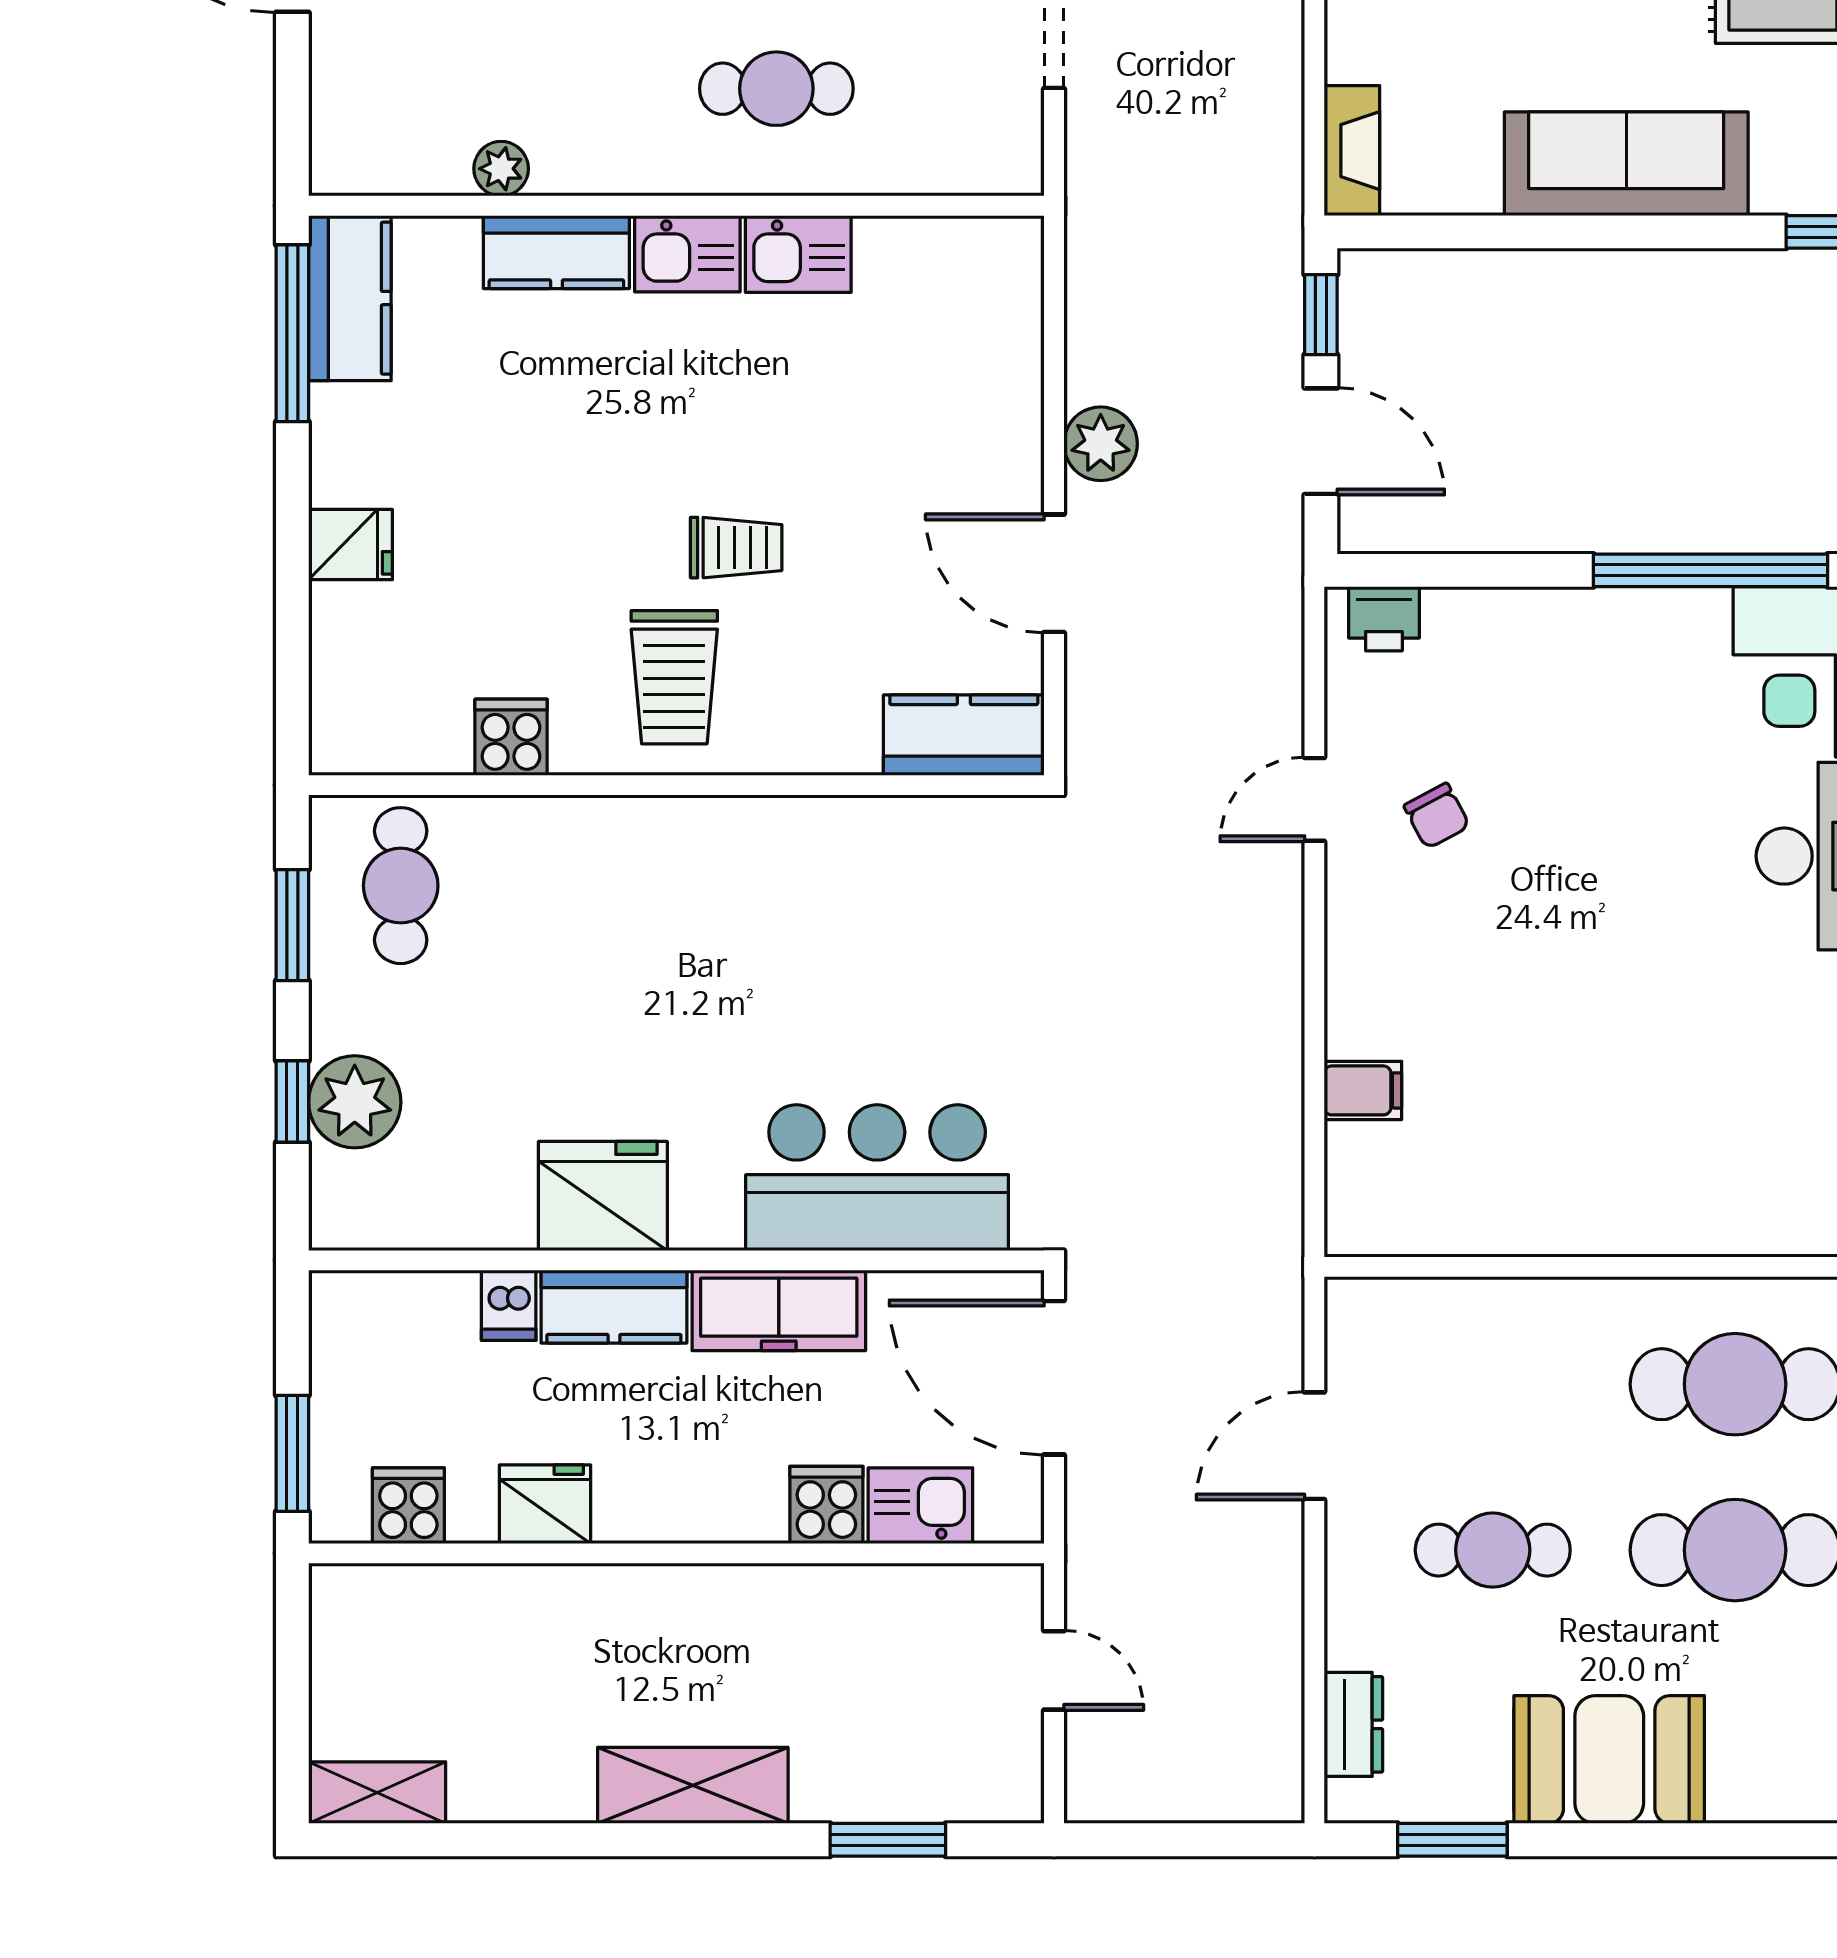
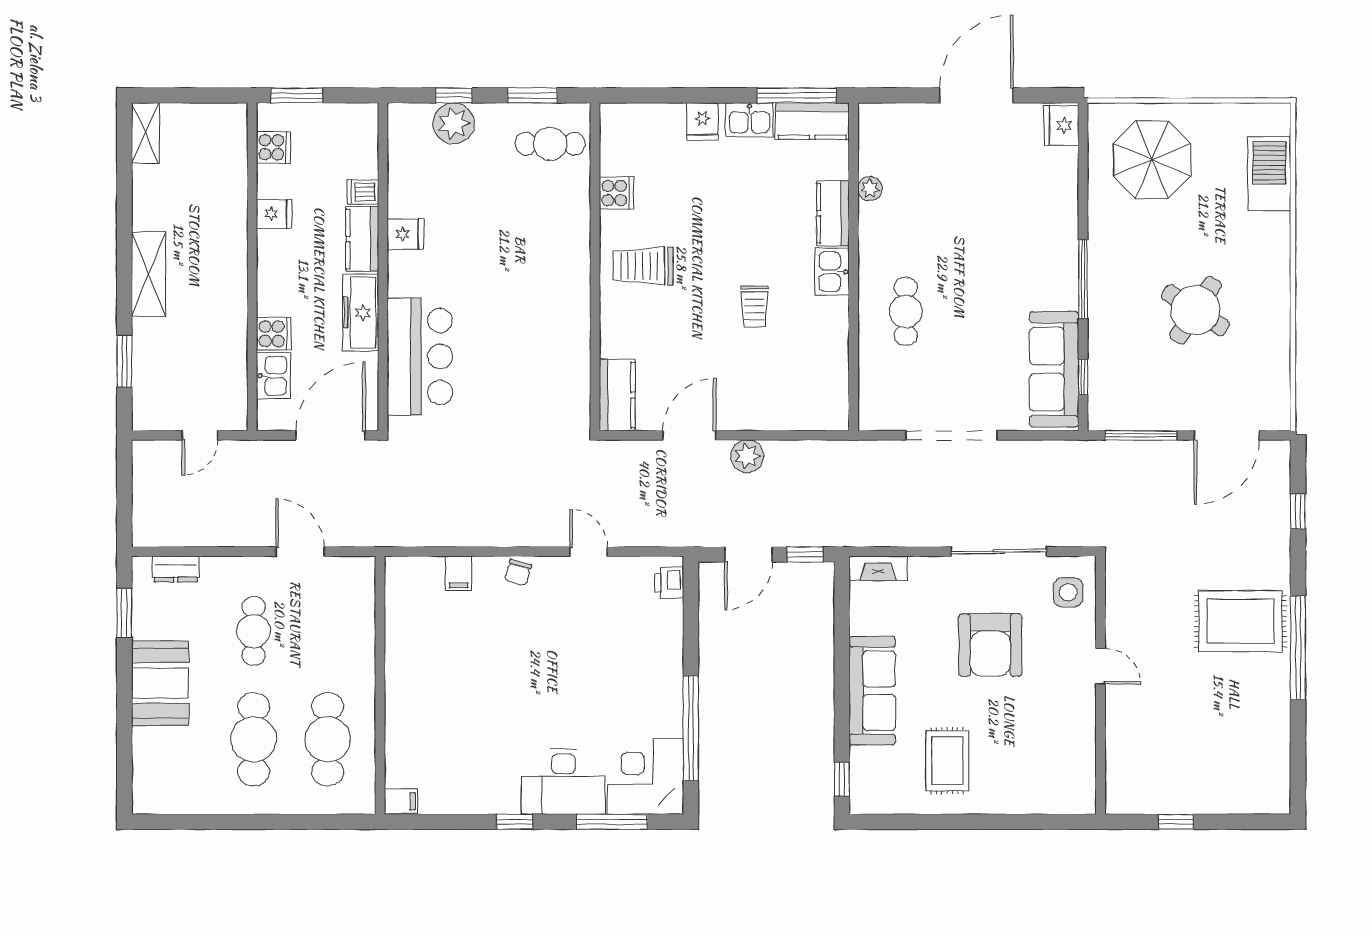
kitchen sink: (798, 254) -> (749, 120), moved, turned -90
trolley: (736, 548) -> (755, 307), moved
chair: (1437, 816) -> (518, 573), moved, turned -46
fridge: (603, 1196) -> (405, 234), width x0.53, depth x0.75
fridge: (545, 1504) -> (274, 214), width x0.72

